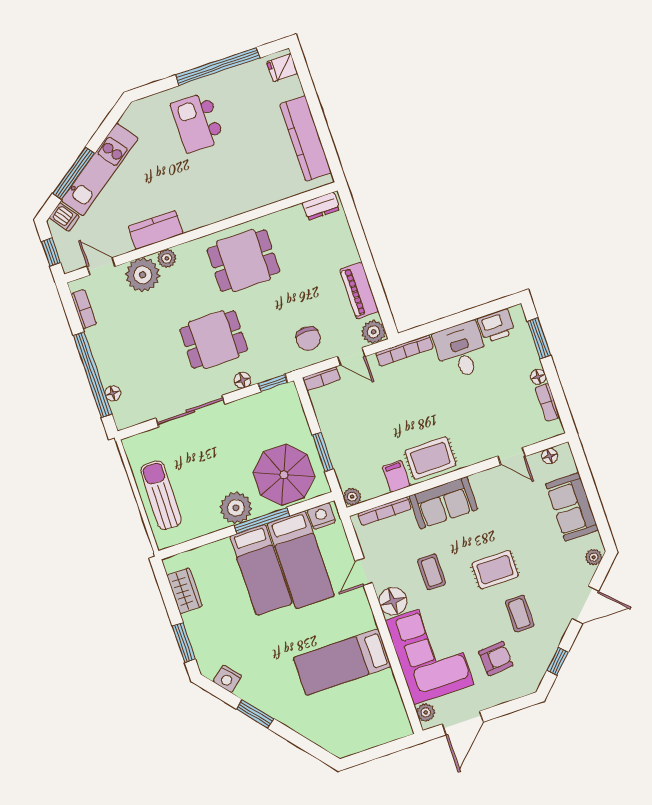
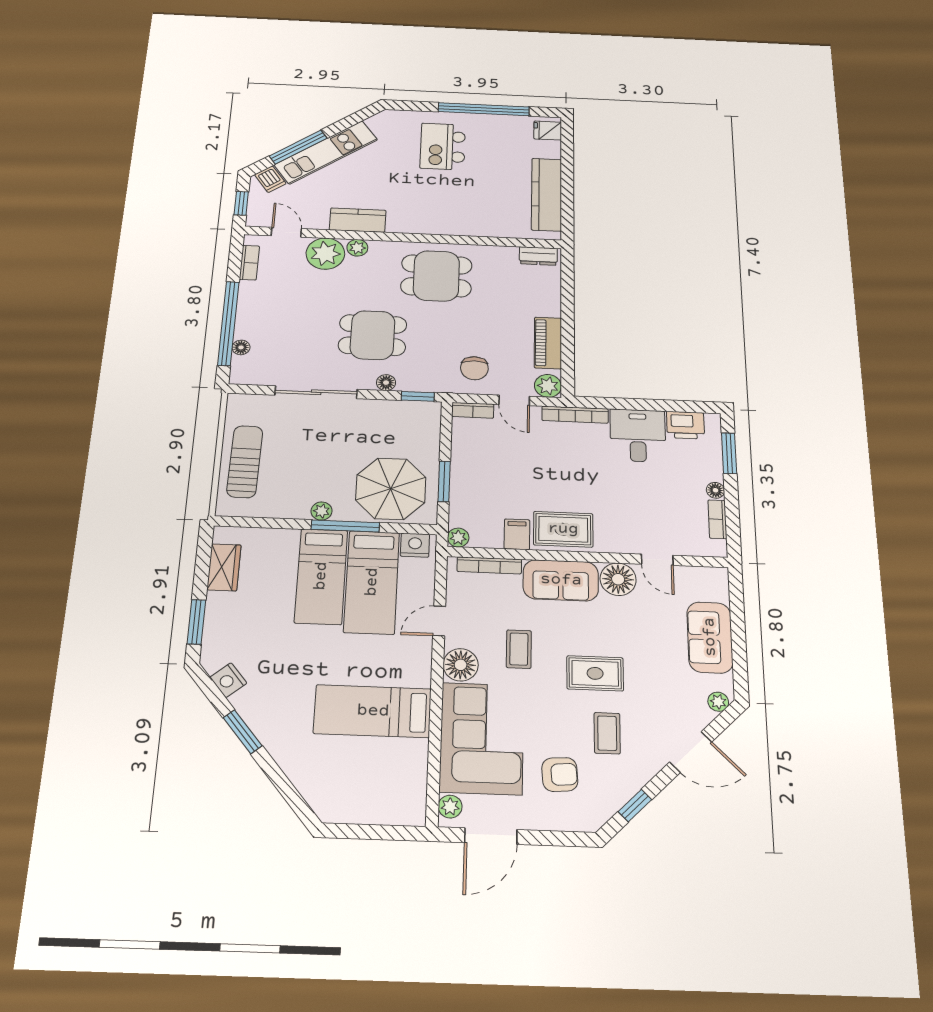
floor lamp: (550, 456) -> (618, 579), moved, width x1.89, depth x1.89
plant: (236, 508) -> (322, 511), width x0.53, depth x0.53

